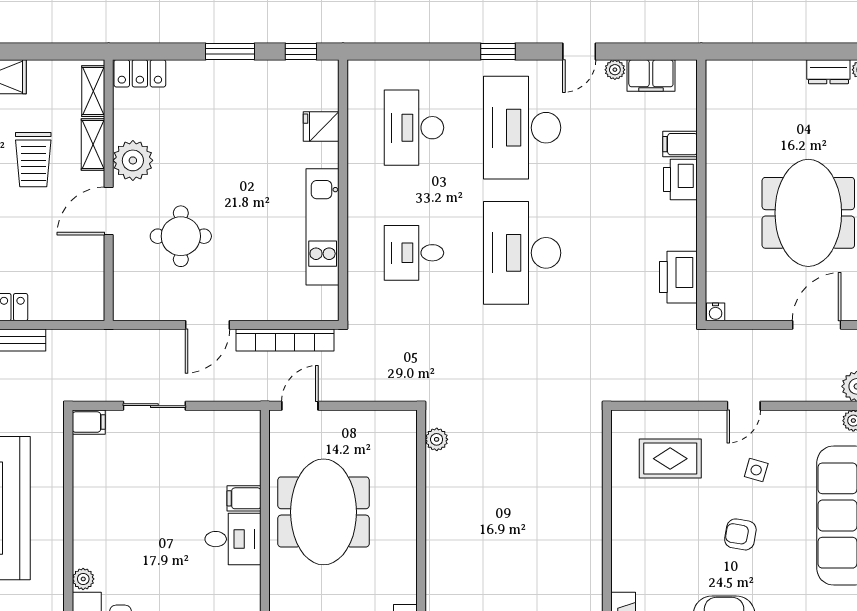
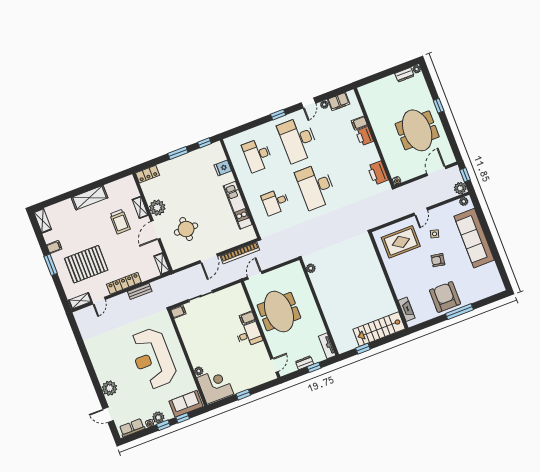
shelving: (93, 91) -> (162, 264), moved
rug: (670, 459) -> (401, 242), width x1.36, depth x1.43

